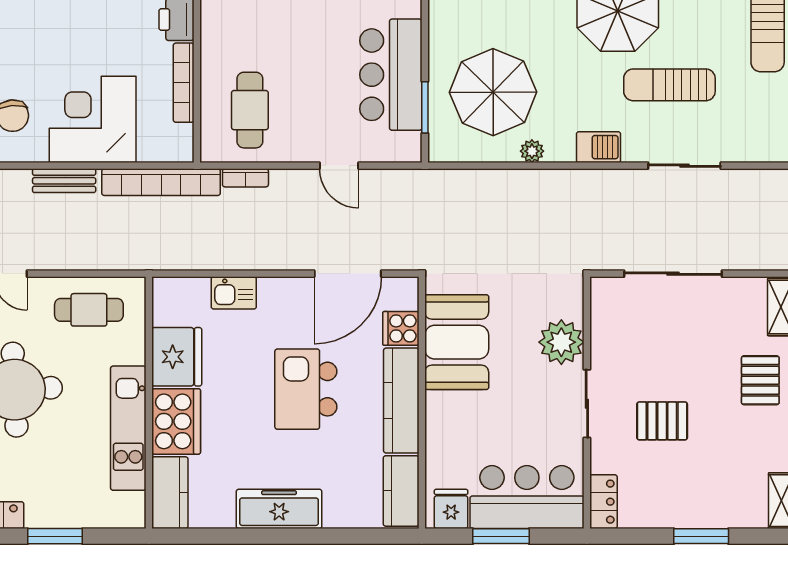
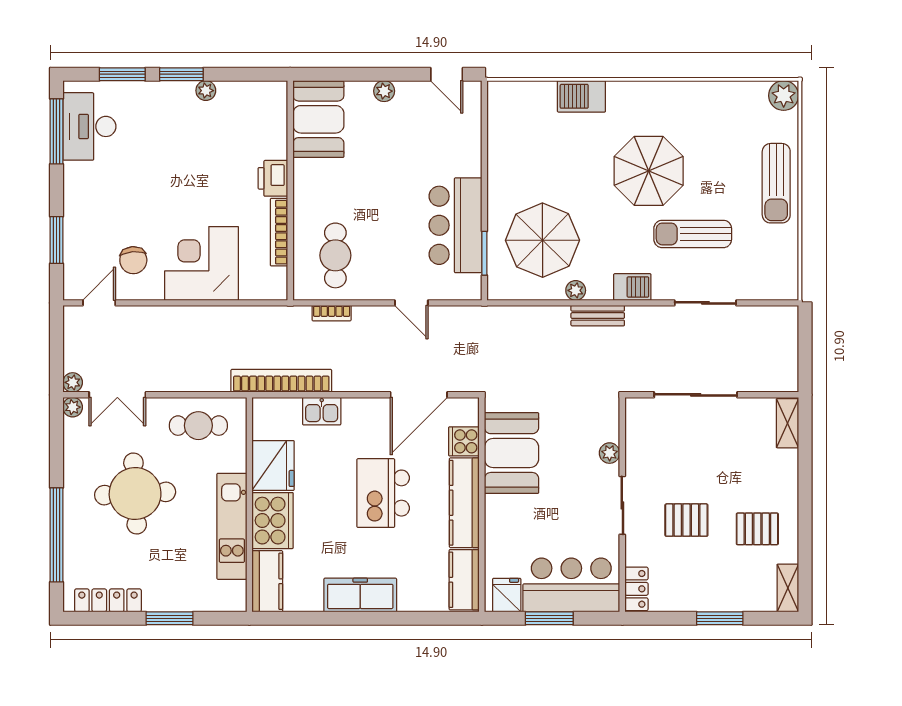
bench: (64, 181) -> (598, 316), moved
bookcase: (161, 182) -> (281, 381), moved, turned 180
plant: (561, 342) -> (610, 453), width x0.53, depth x0.53
pallet: (760, 380) -> (757, 529), moved, turned 90

